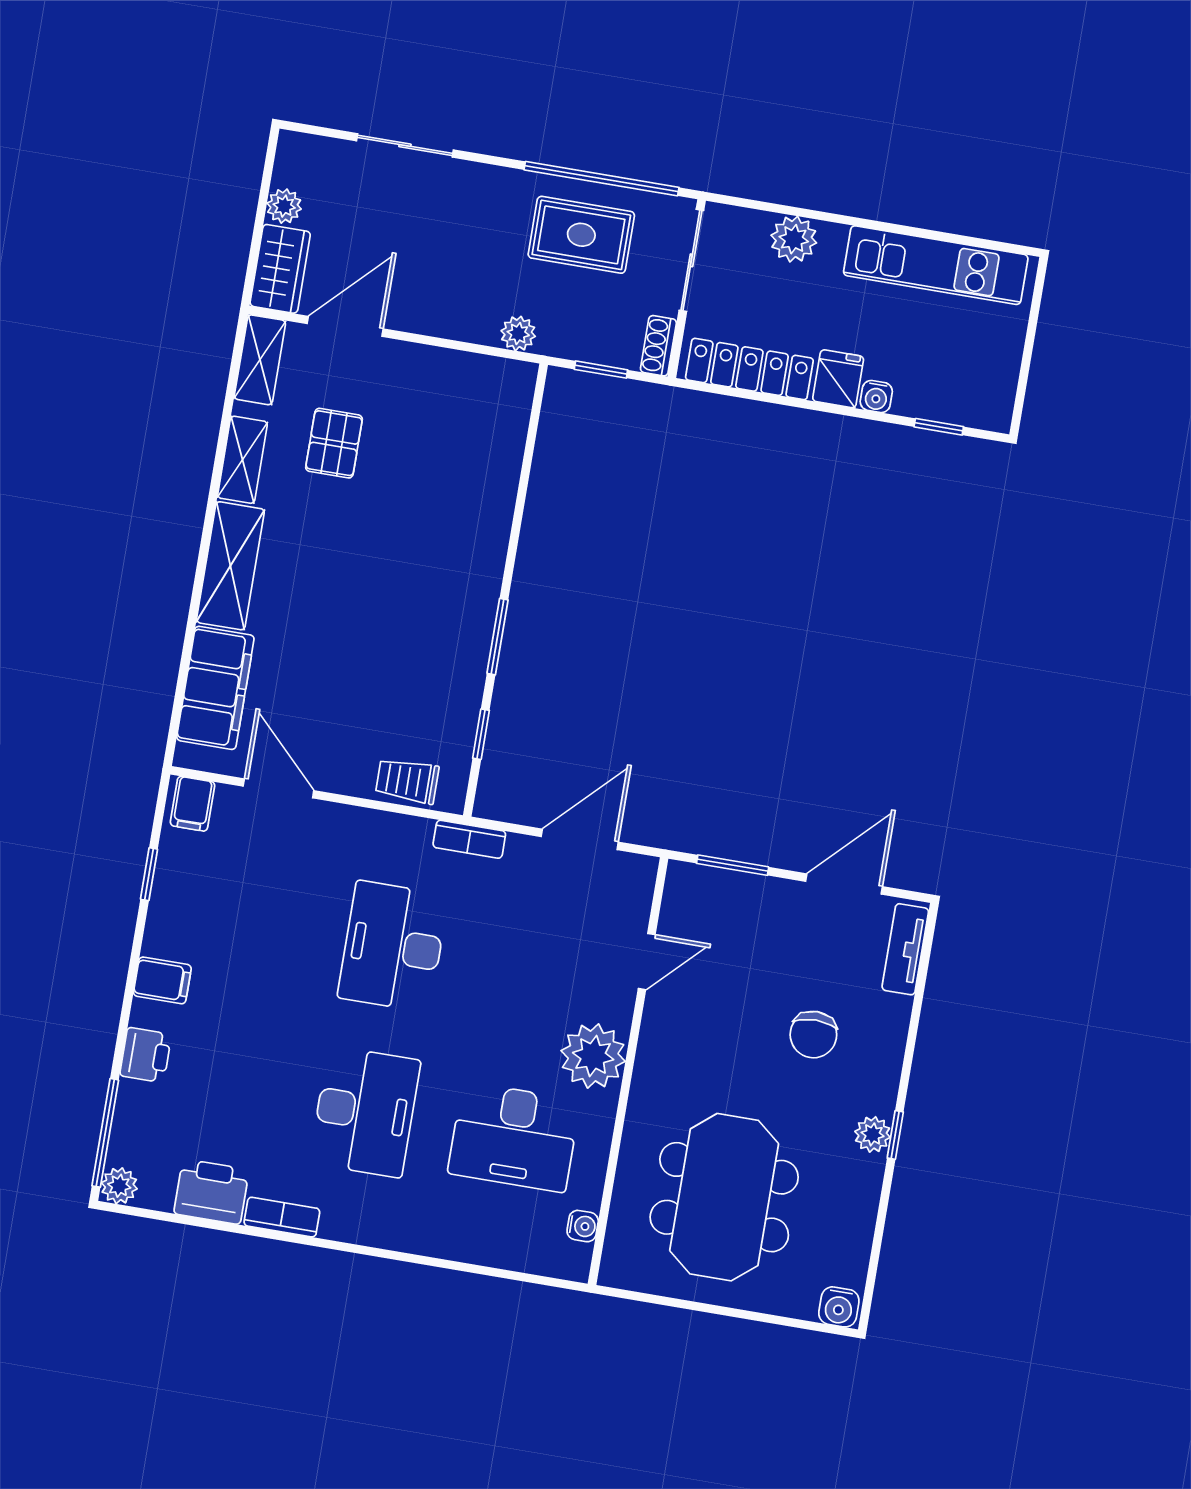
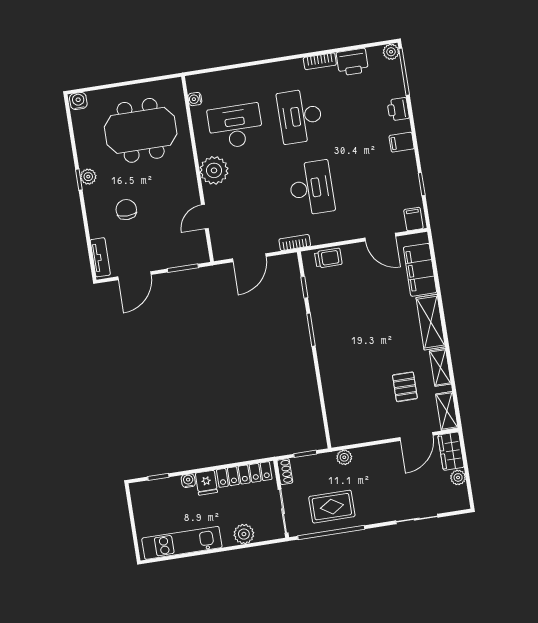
meeting table: (724, 1197) -> (141, 130), turned 90

